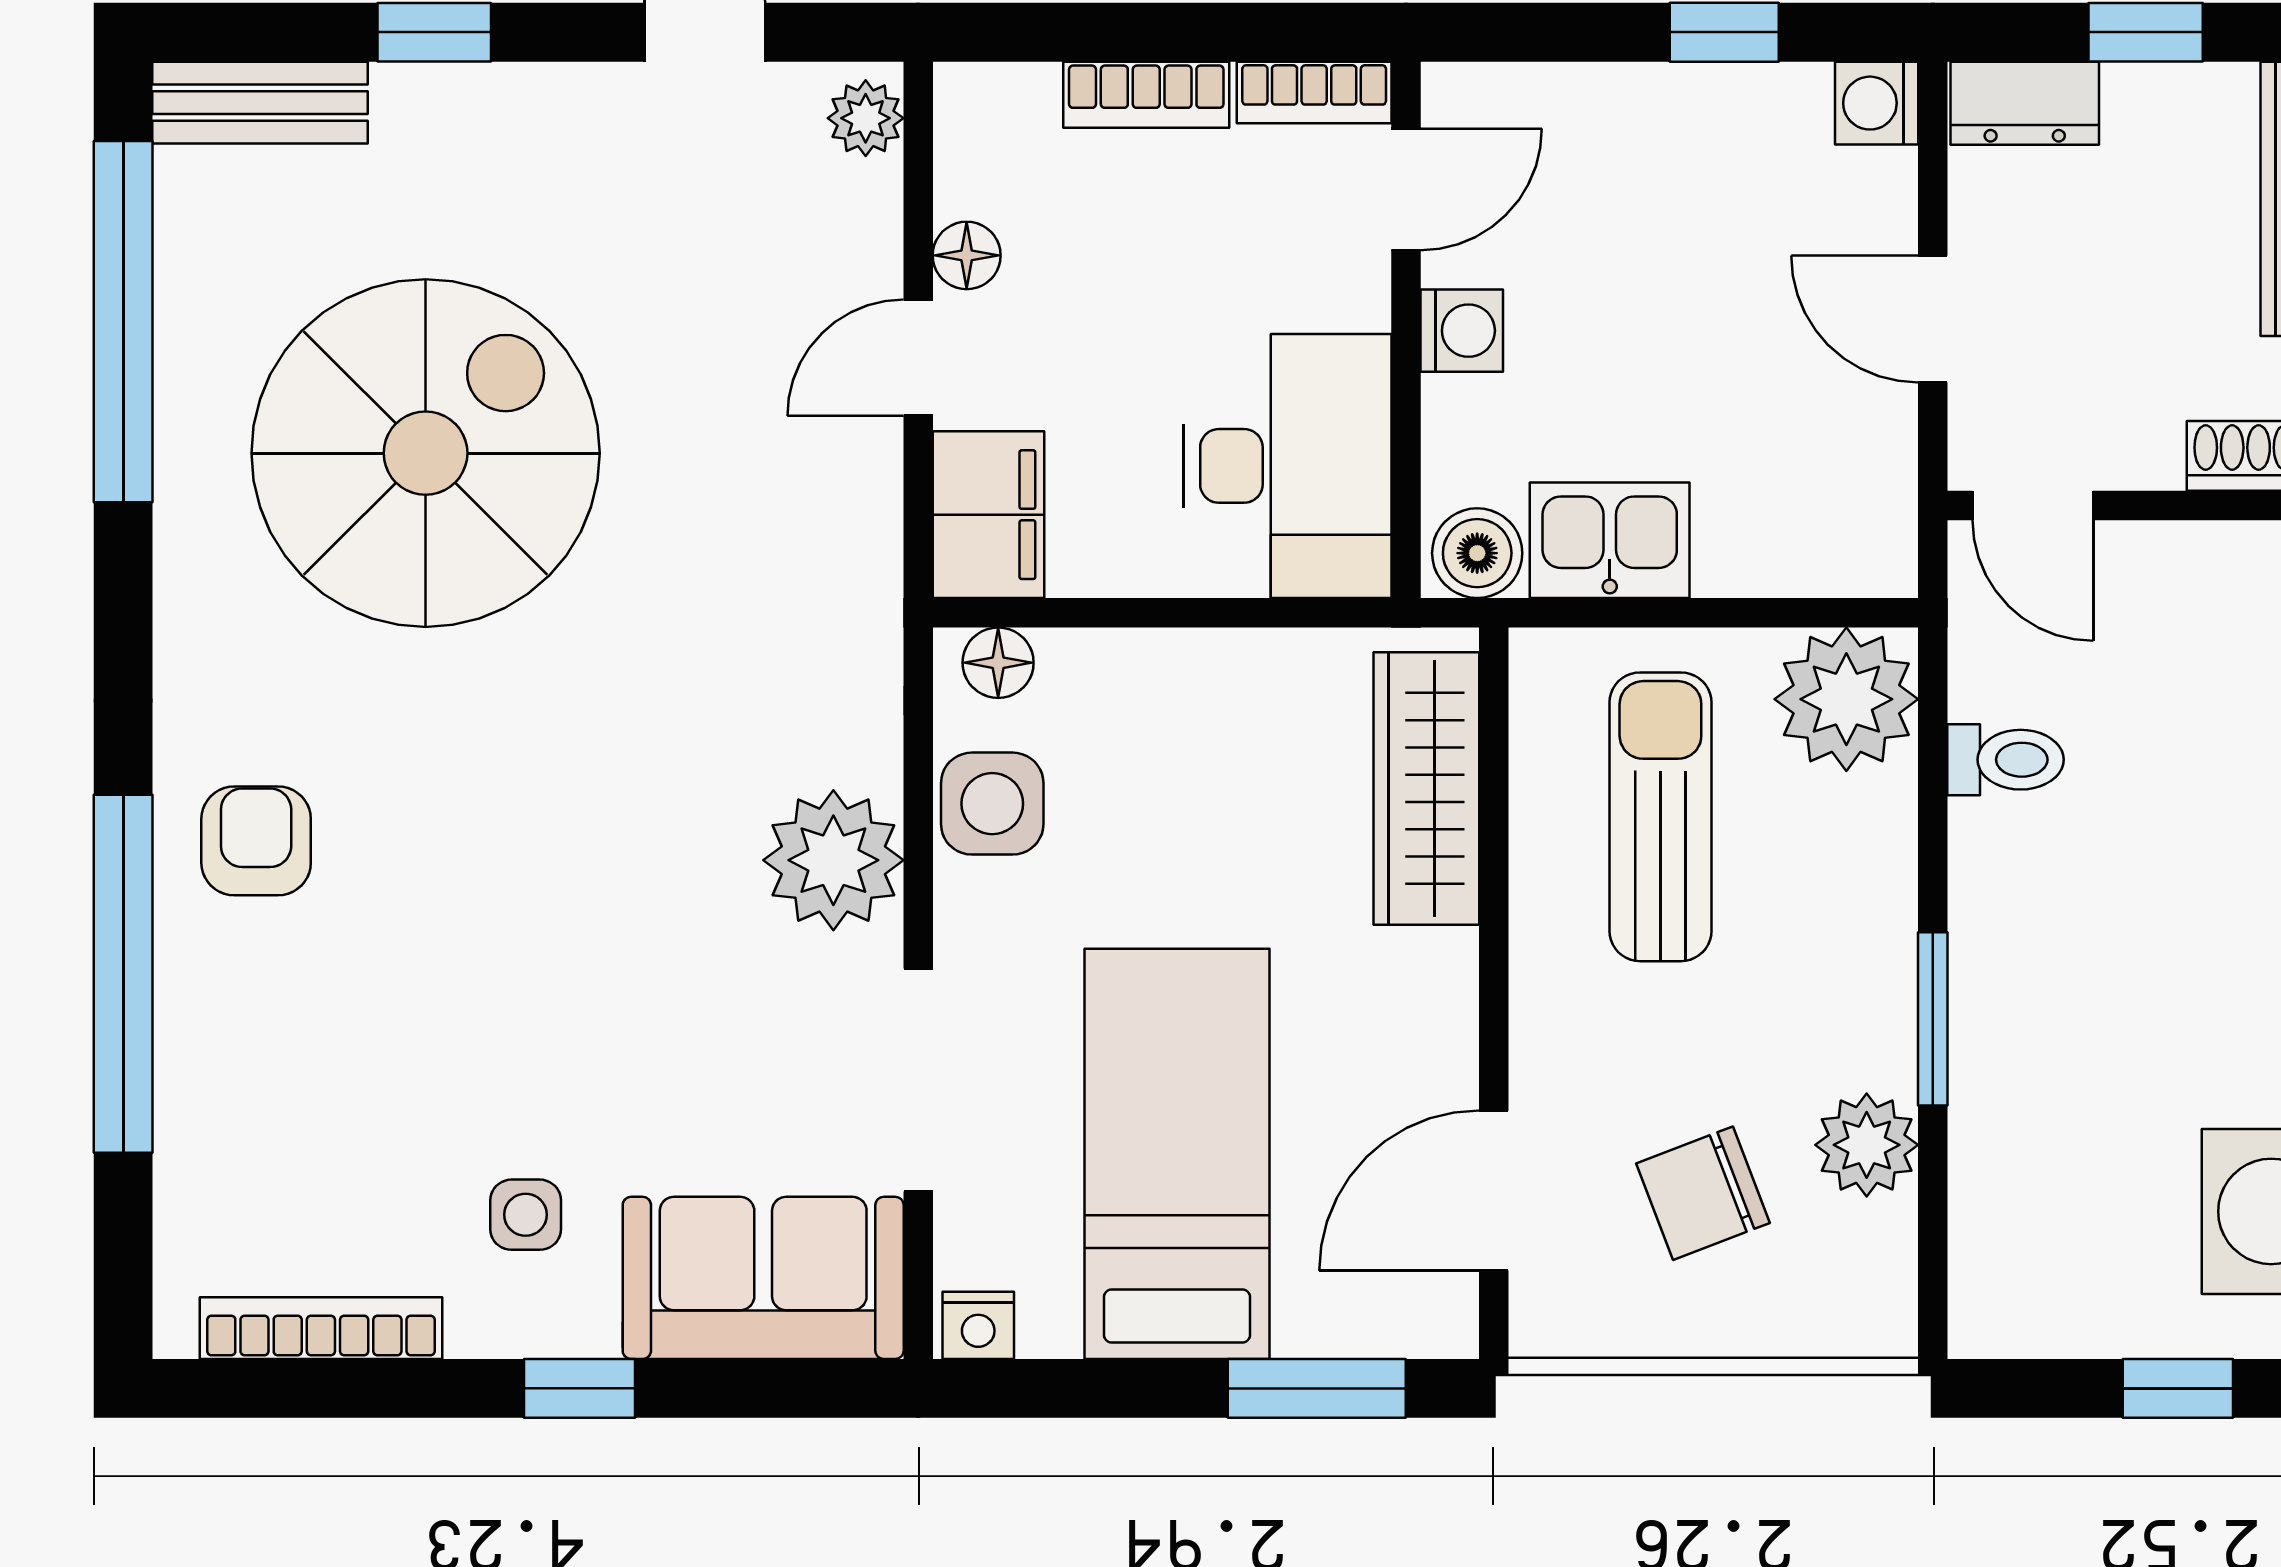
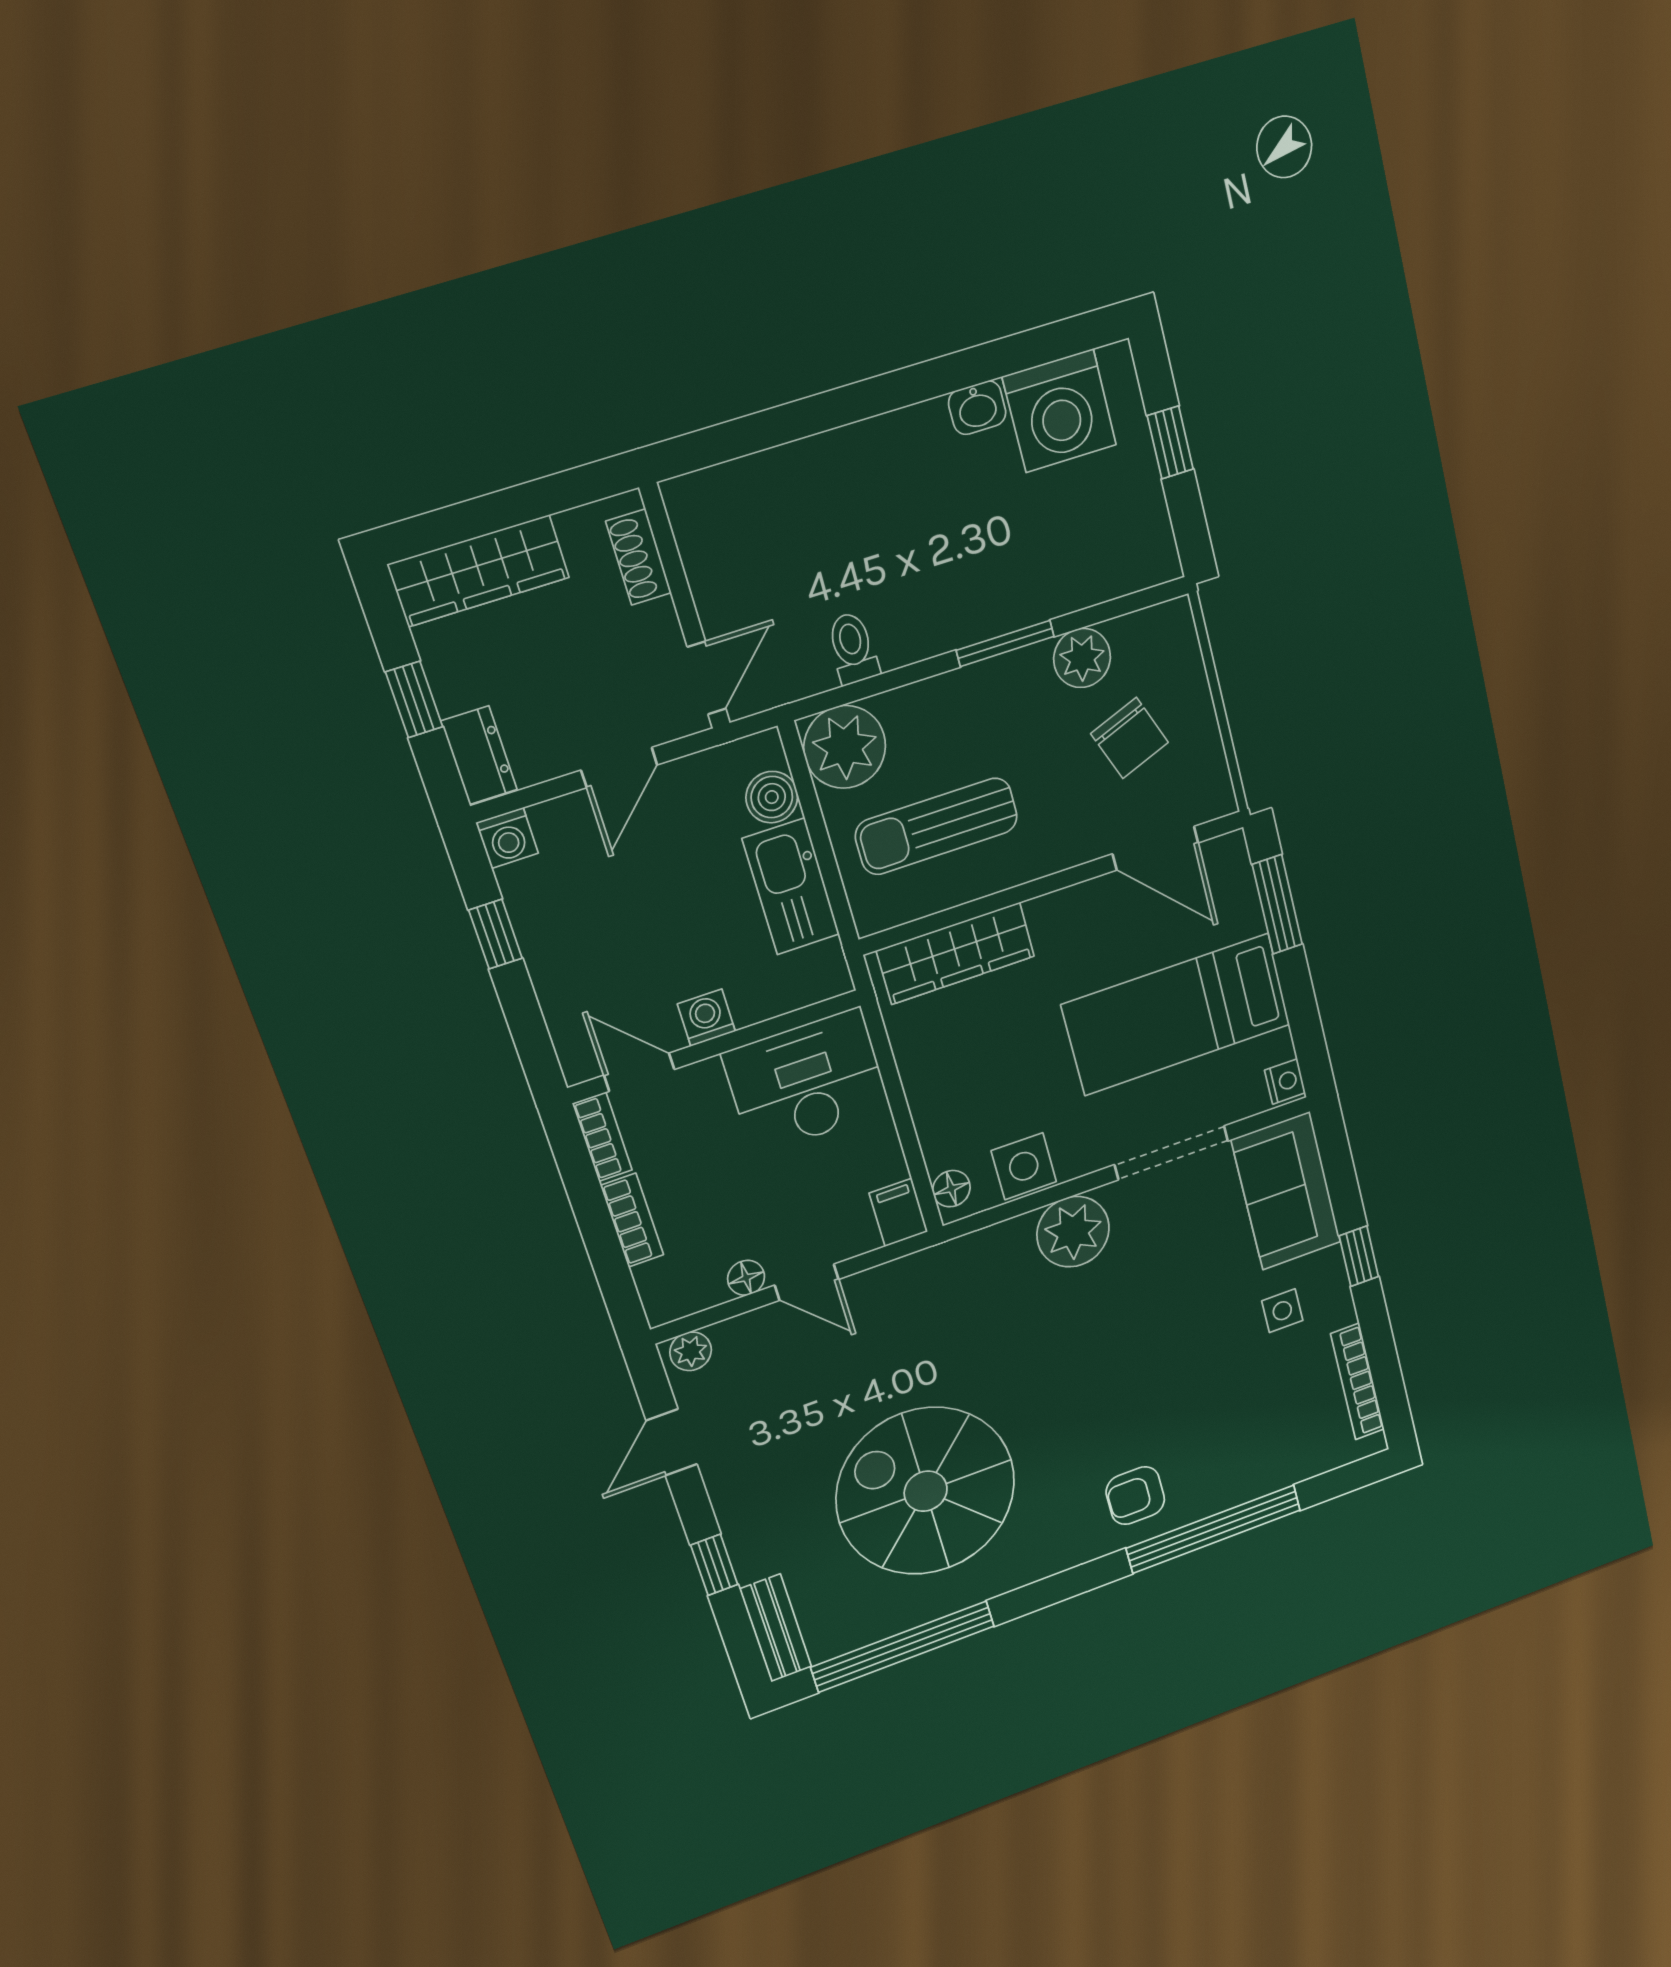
filing cabinet: (988, 515) -> (898, 1212), width x0.50
kitchen sink: (1610, 540) -> (791, 887), width x1.38
boiler: (1477, 553) -> (772, 797), moved

